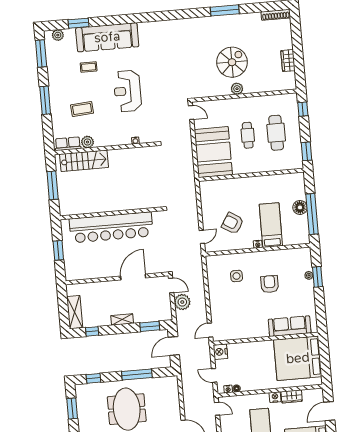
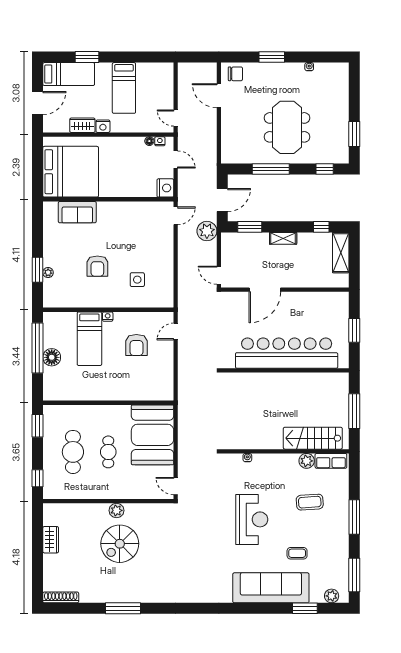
armchair: (233, 223) -> (136, 345), turned 58
plant: (182, 302) -> (207, 231), moved
sofa: (290, 326) -> (77, 212), width x0.73

